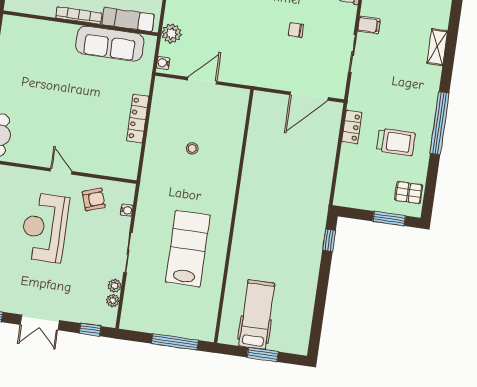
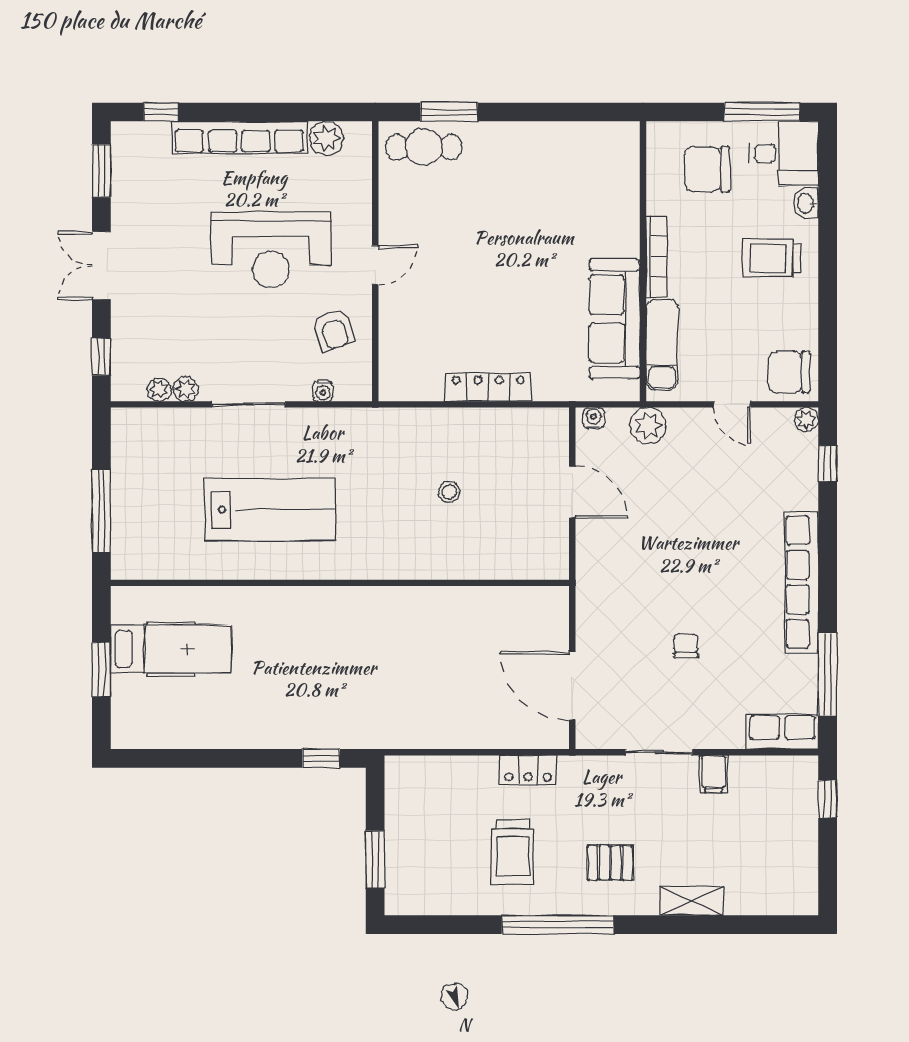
pallet: (409, 193) -> (610, 863), moved, turned 90
reception desk: (45, 228) -> (271, 250), turned 180

